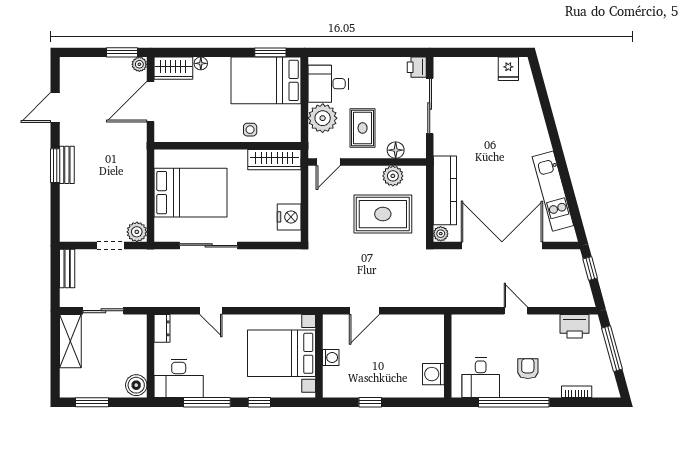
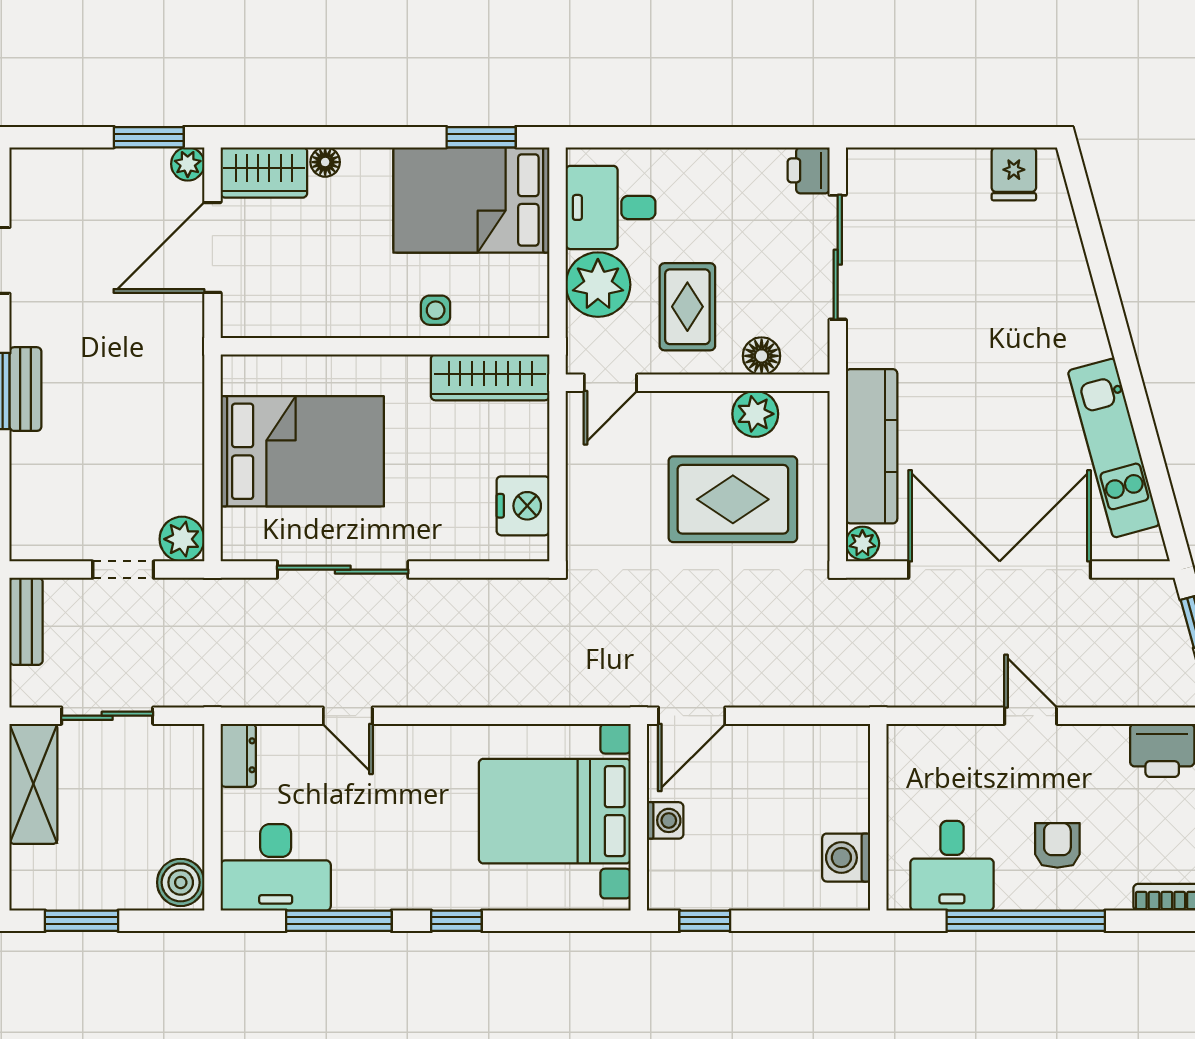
bed with nightstands: (282, 353) -> (555, 811), moved
wall: (319, 356) -> (639, 817), moved
washing machine: (331, 357) -> (665, 820), moved

